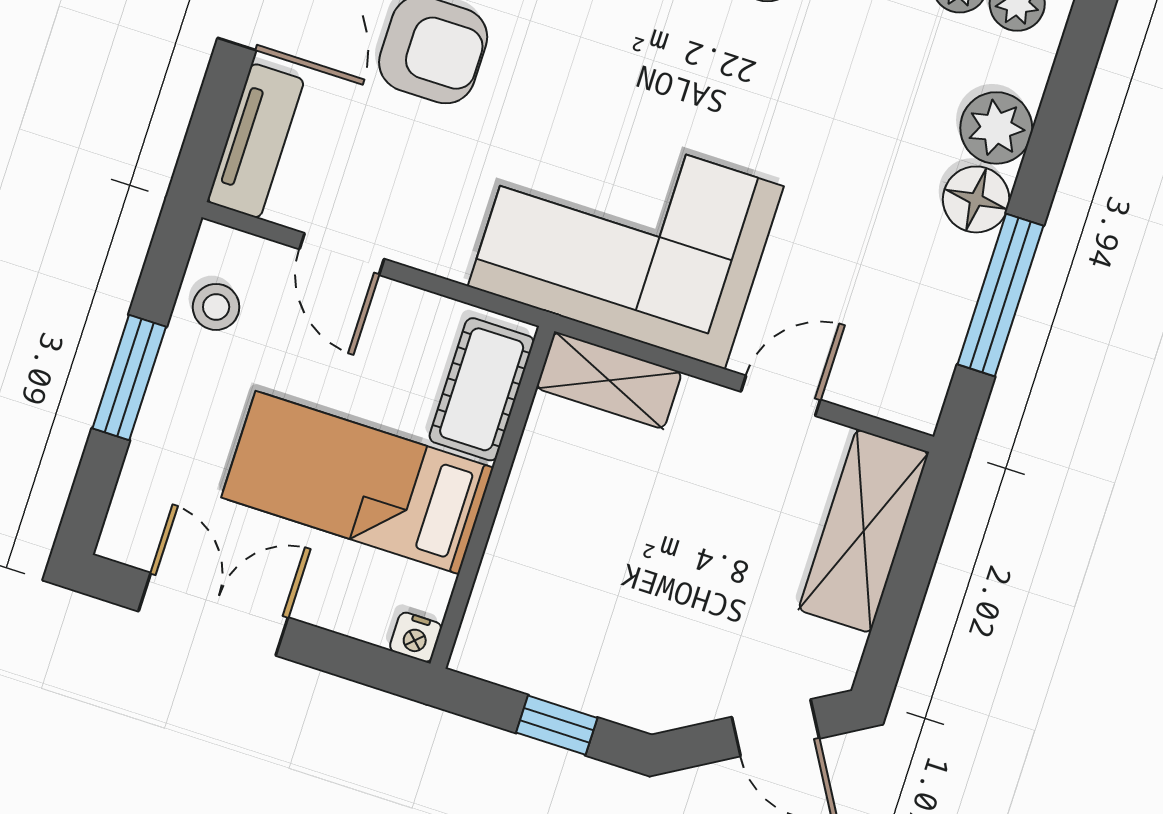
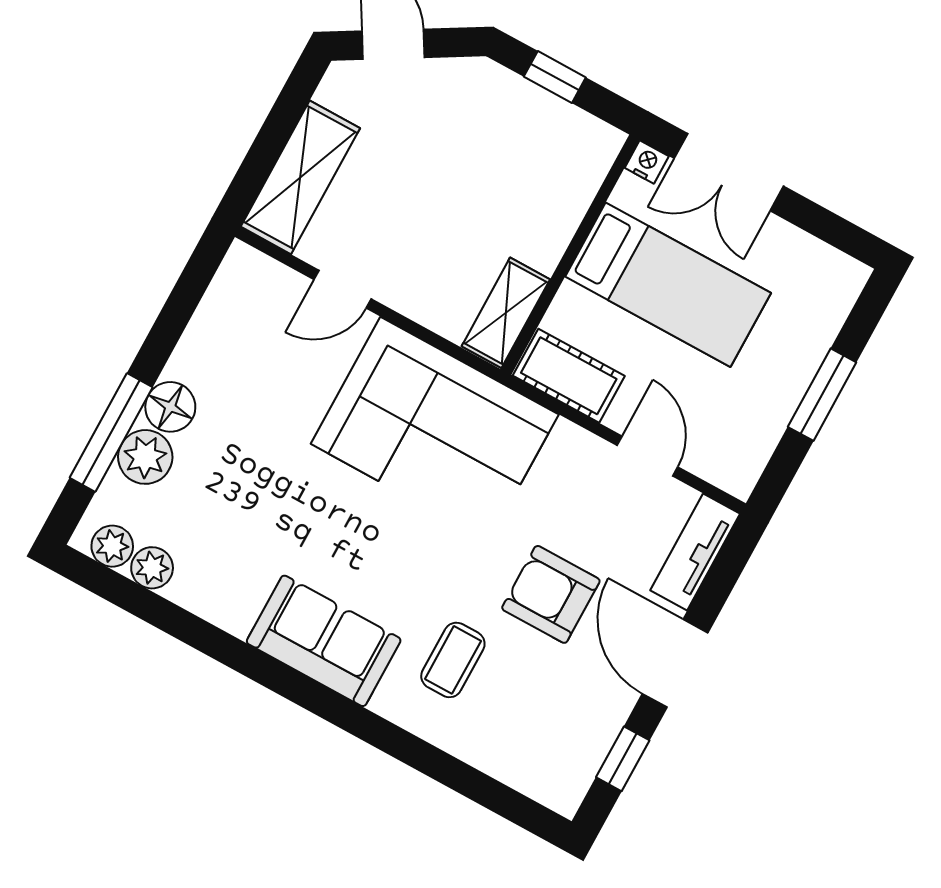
window: (1000, 295) -> (111, 432), moved
stool: (216, 307) -> (748, 435), removed
shelving: (609, 380) -> (506, 313), moved, turned 90
cot: (482, 389) -> (569, 376), moved, turned 90
double door: (213, 614) -> (729, 172), moved

